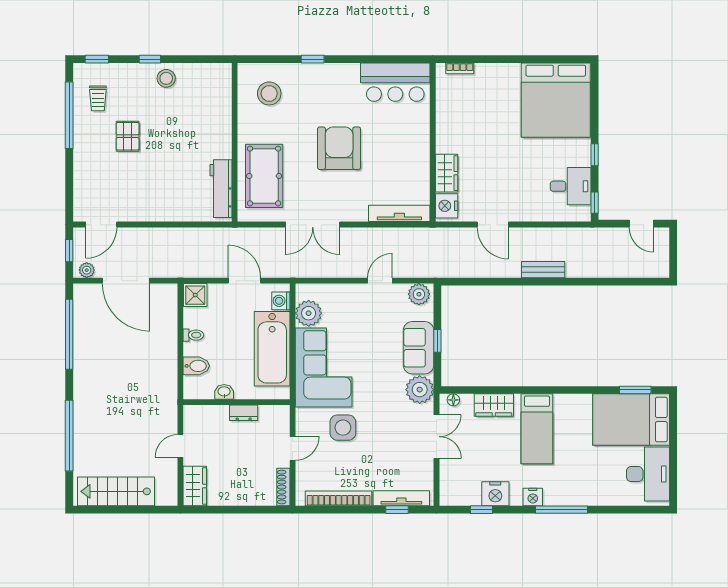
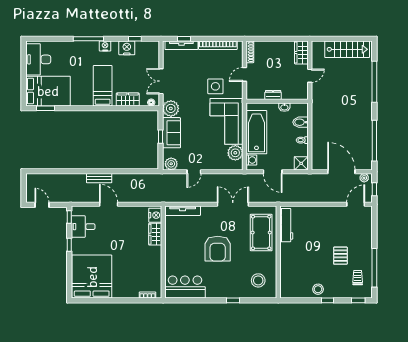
door: (493, 225) -> (109, 204), moved

